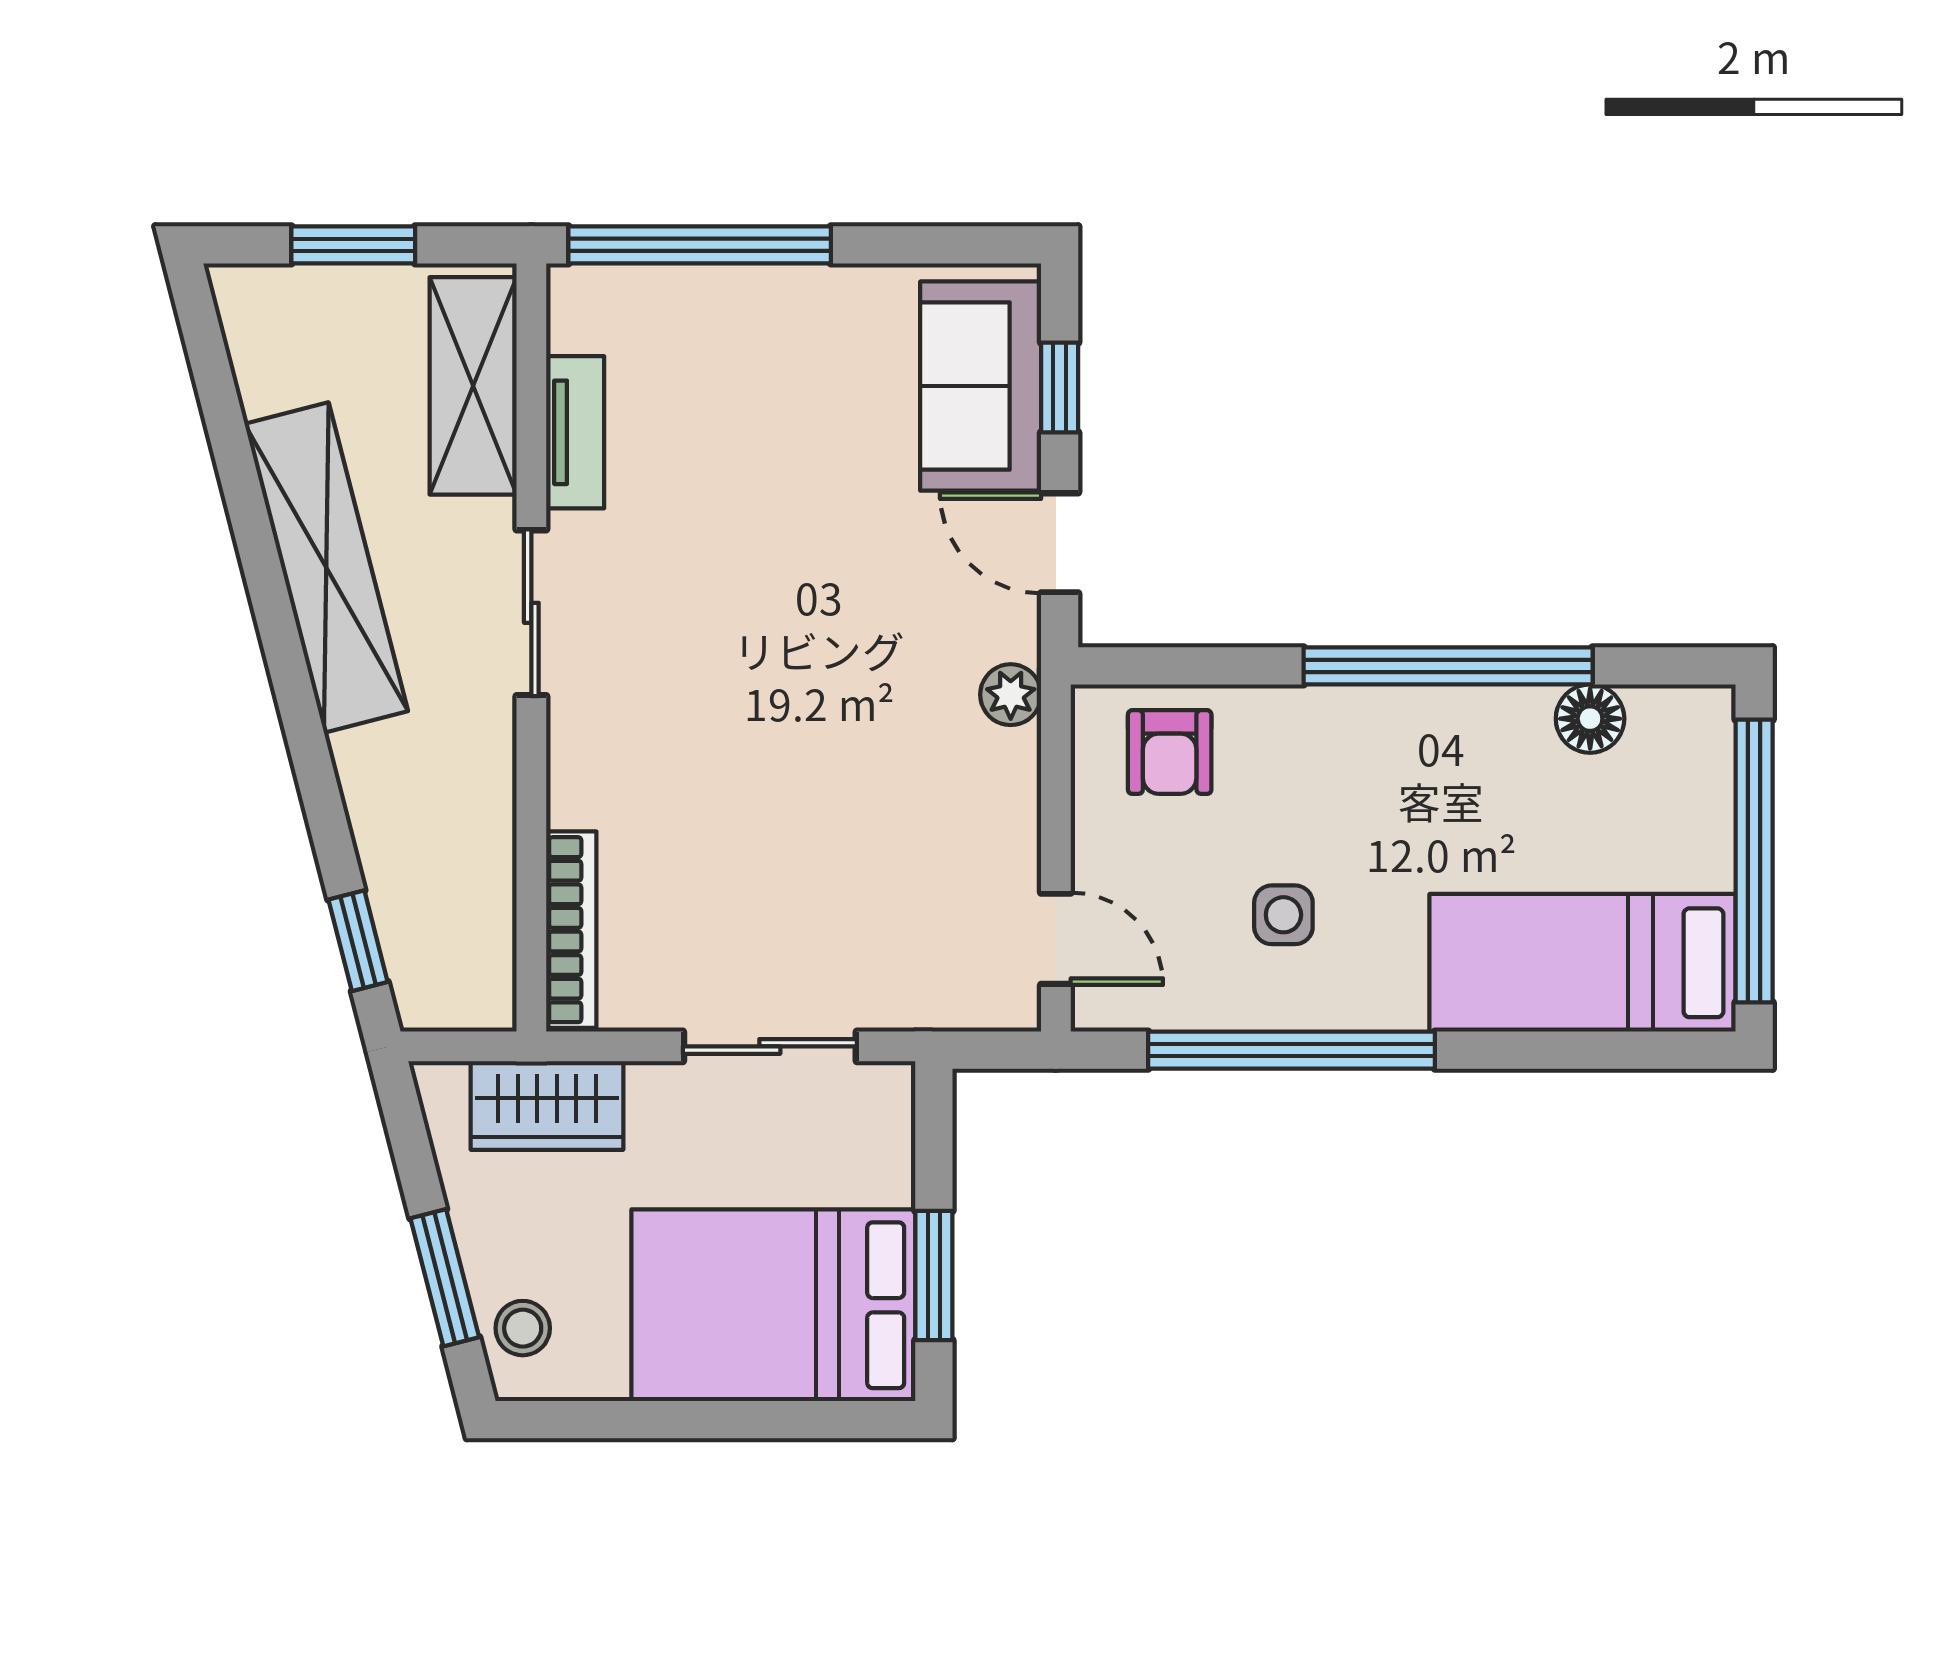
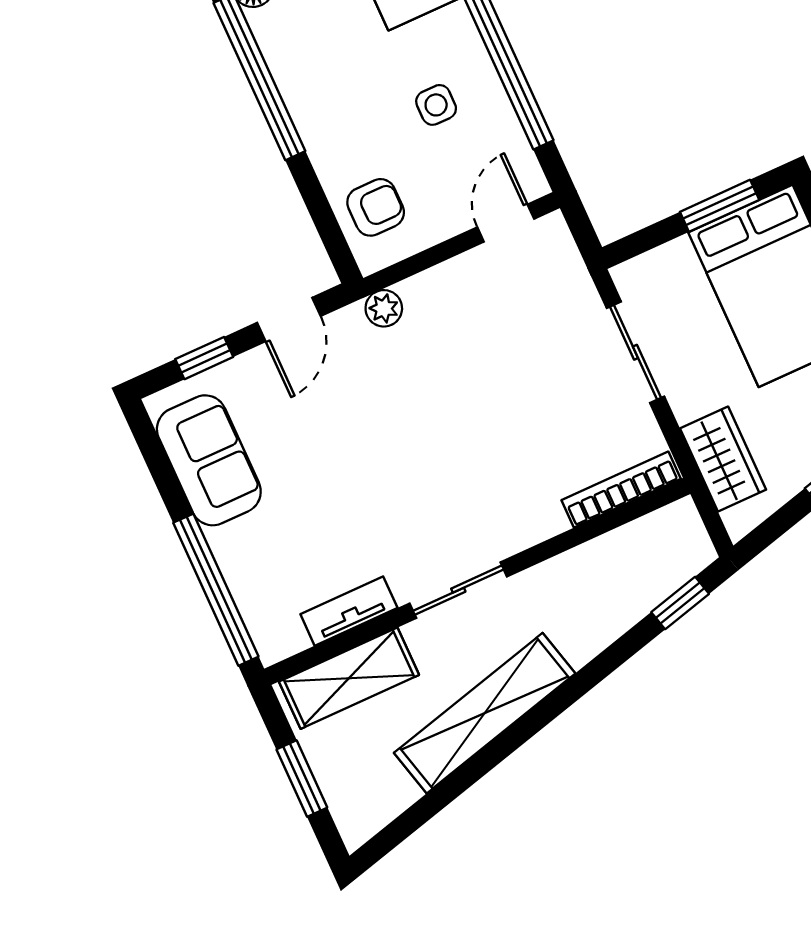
sofa: (981, 386) -> (209, 460), moved, turned -90

